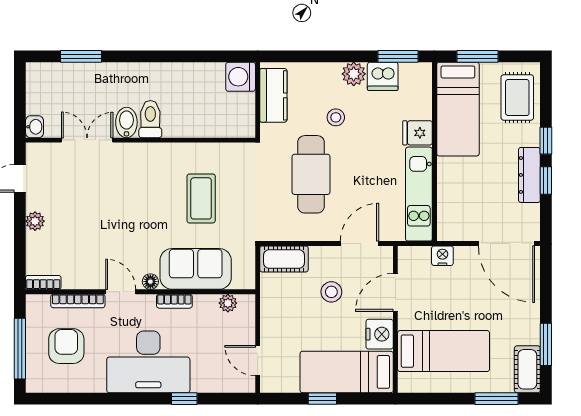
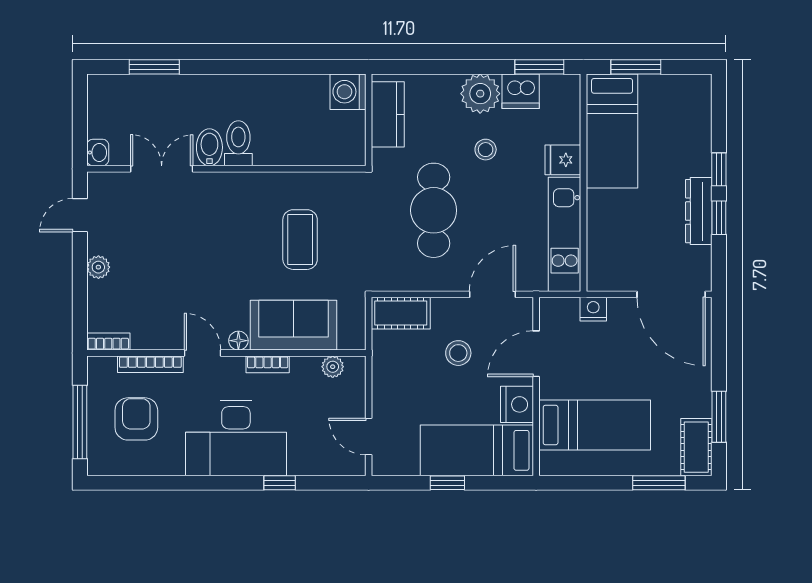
plant: (354, 74) -> (480, 94), width x1.36, depth x1.36
rug: (517, 97) -> (684, 117), removed
stool: (336, 117) -> (486, 150), moved

